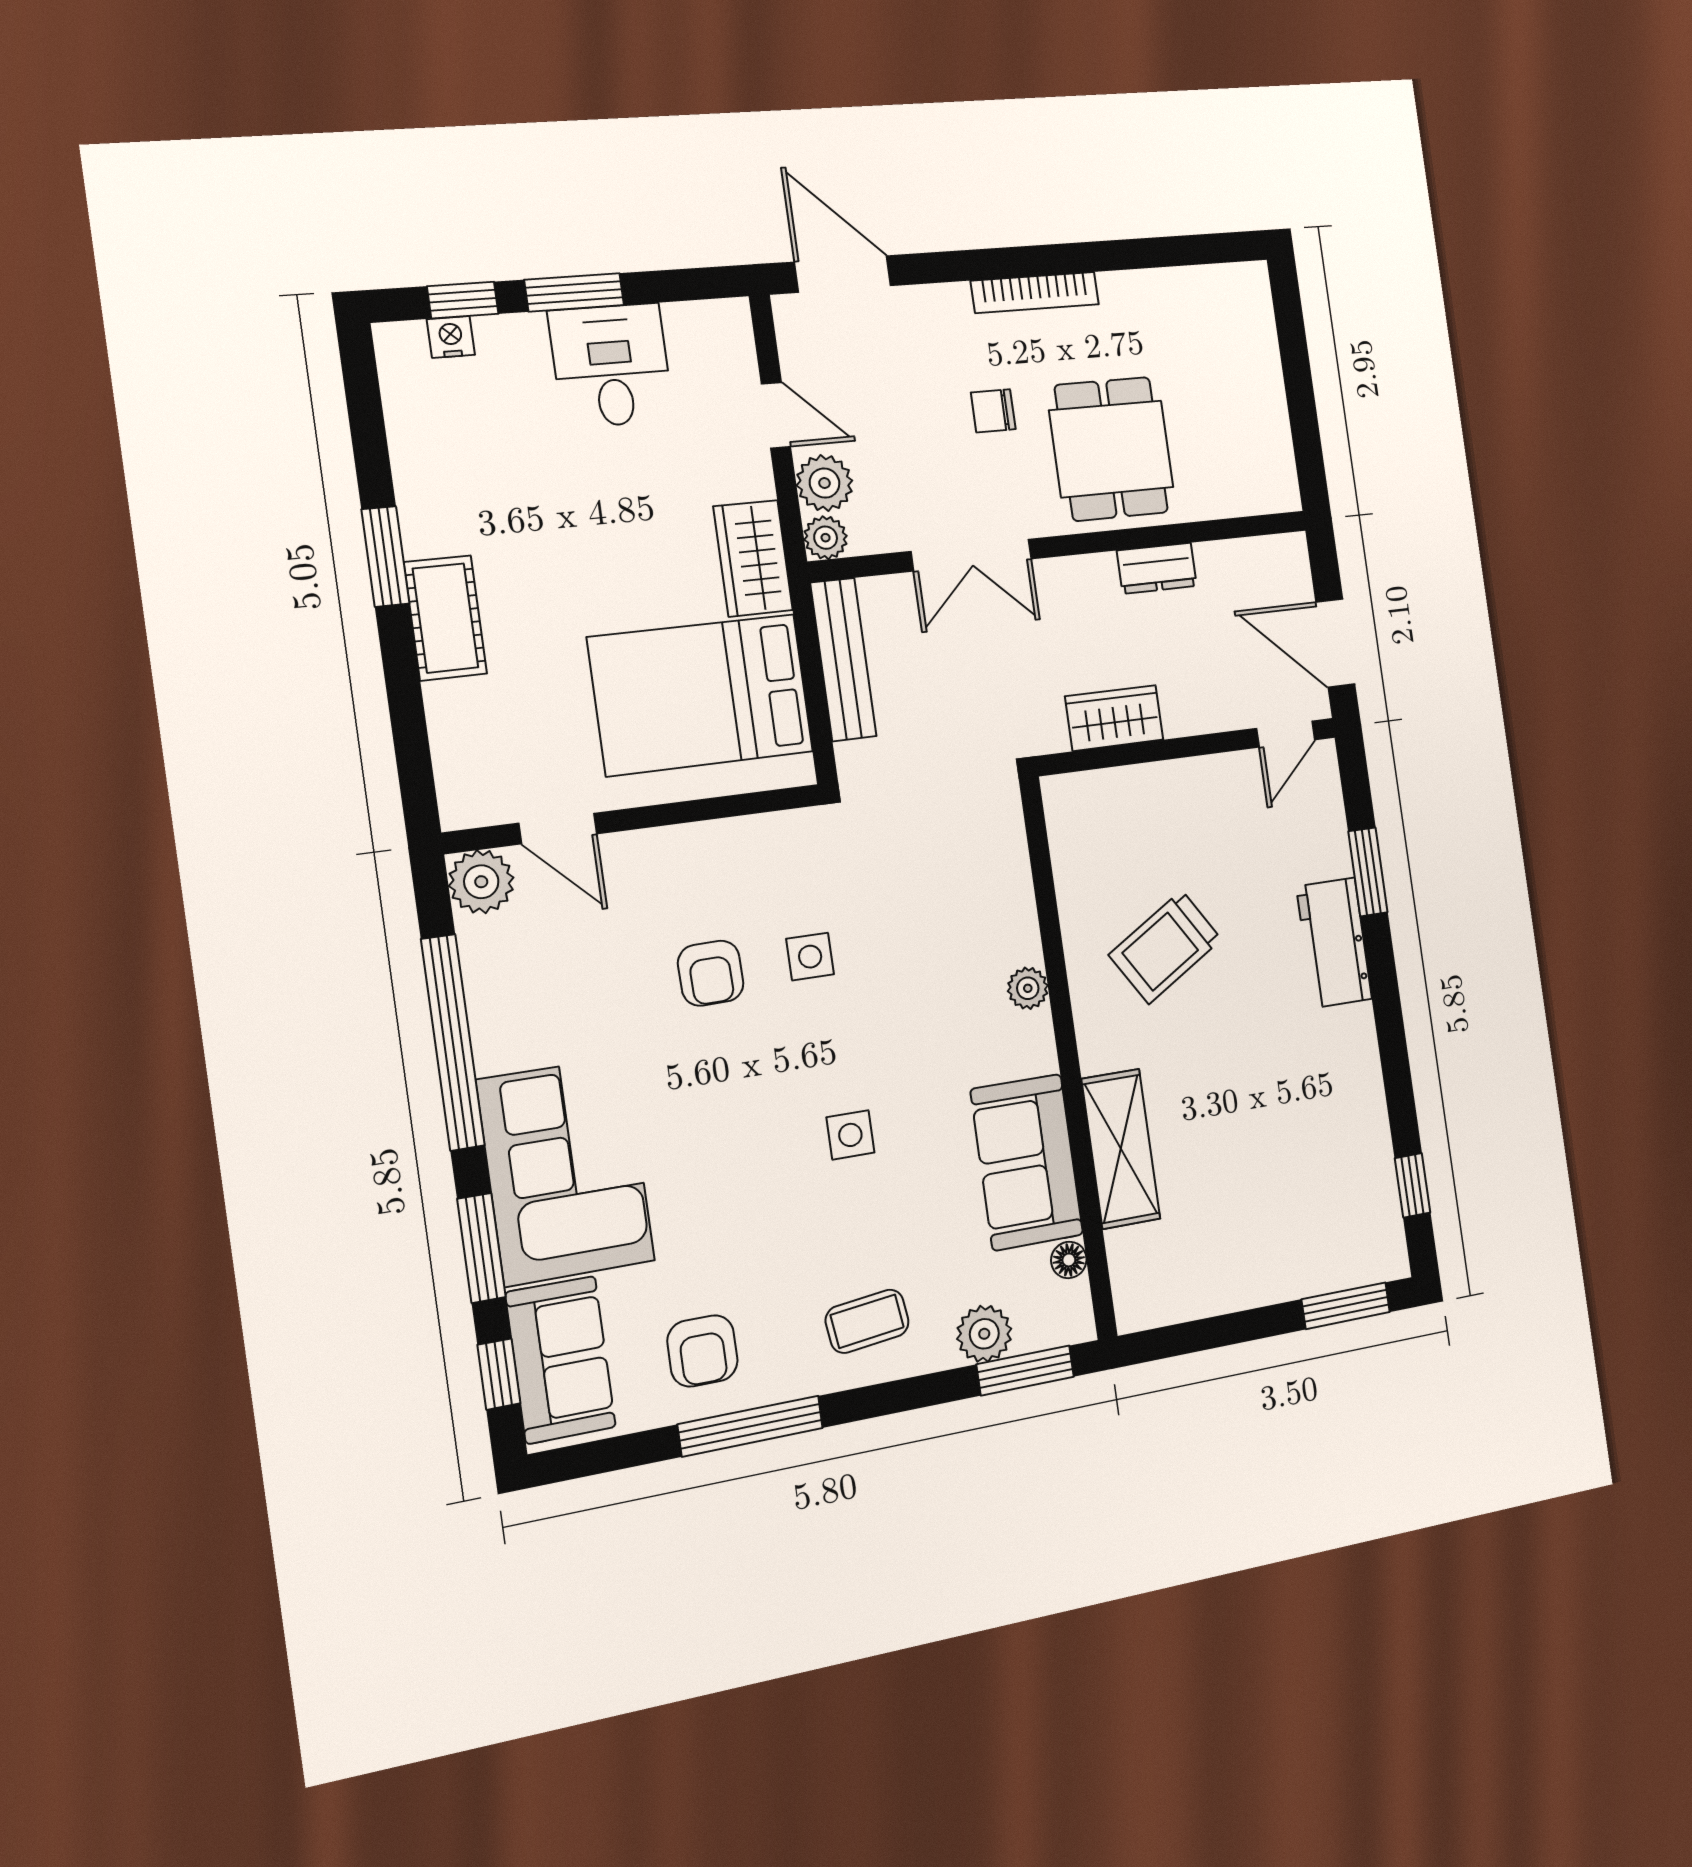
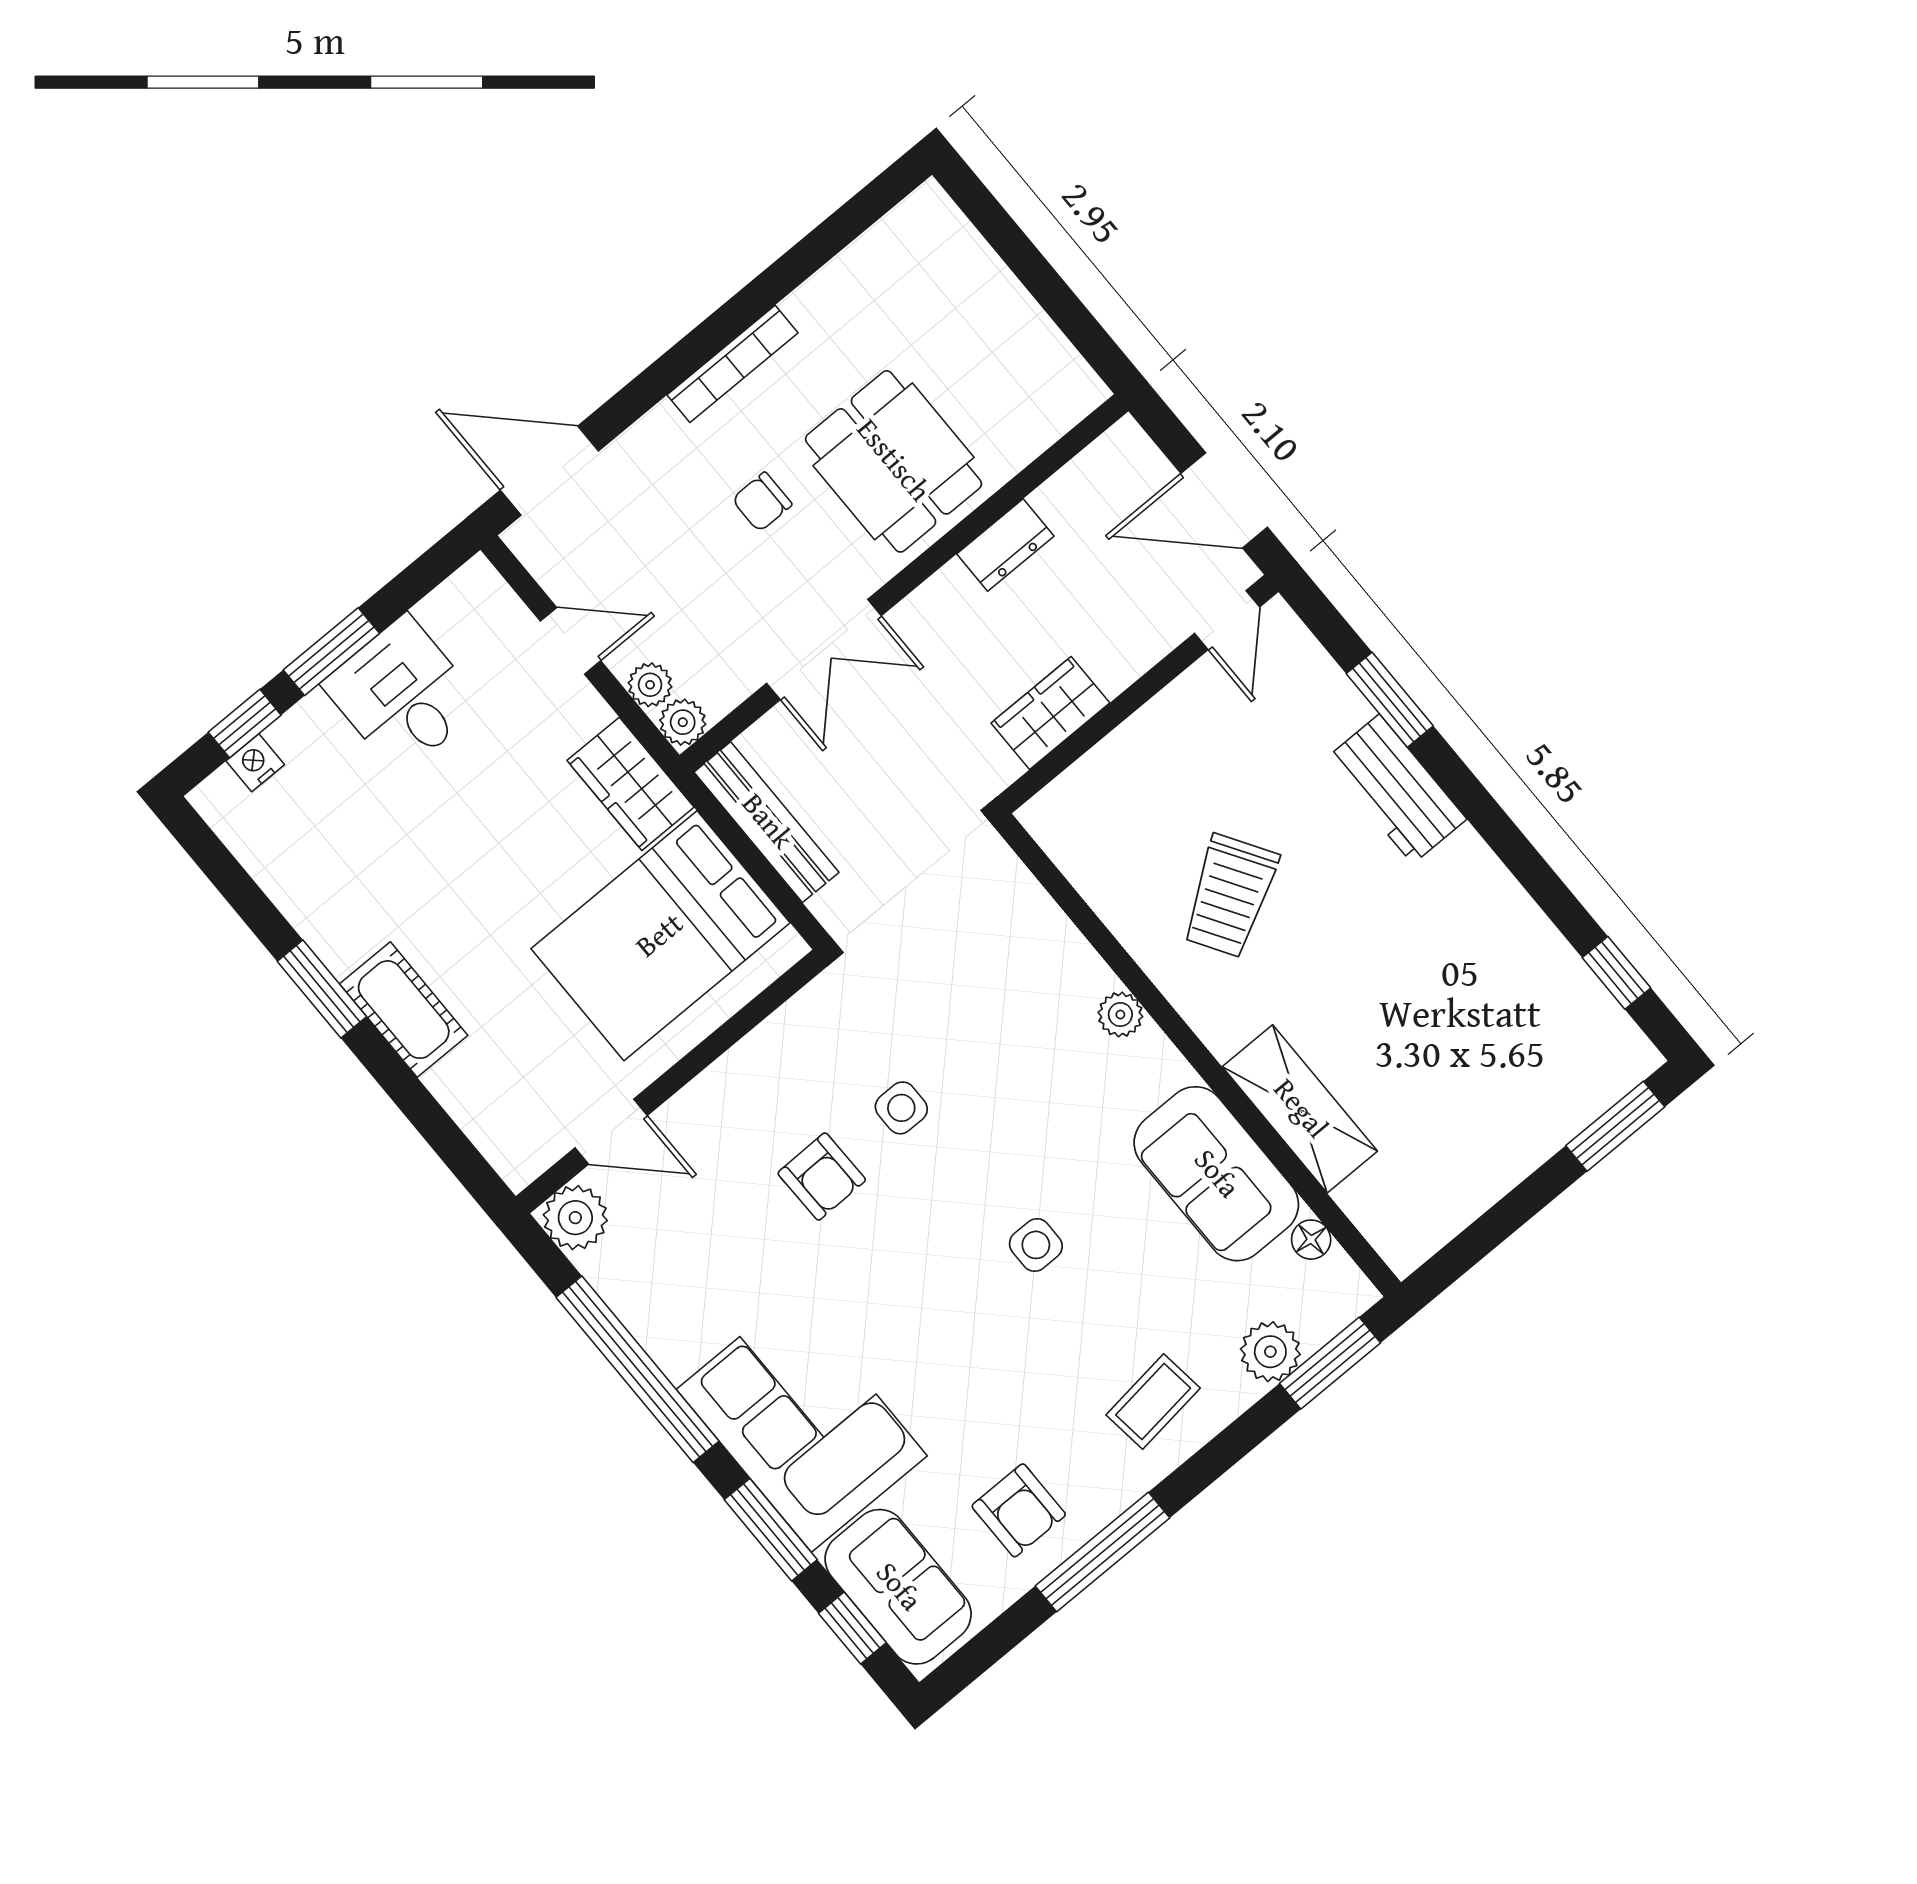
plant: (824, 483) -> (650, 685), width x0.73, depth x0.73

